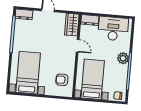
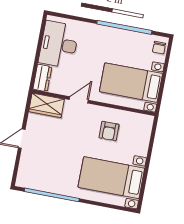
dresser: (24, 14) -> (24, 175), removed
plant: (123, 58) -> (104, 34), removed
armchair: (62, 80) -> (109, 131), moved

